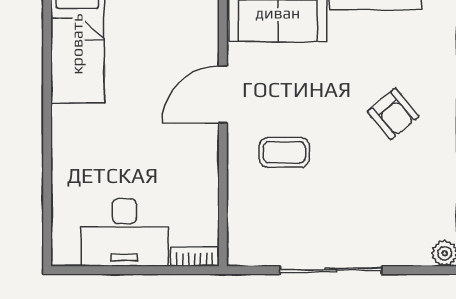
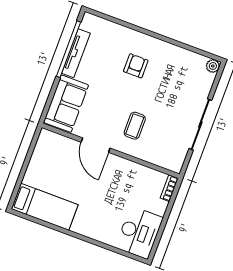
armchair: (393, 114) -> (136, 66), turned -50
desk: (124, 232) -> (139, 233), moved

